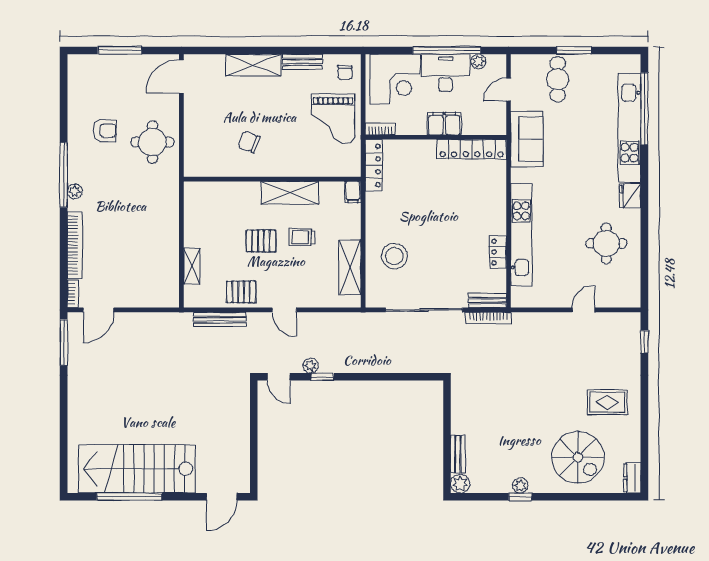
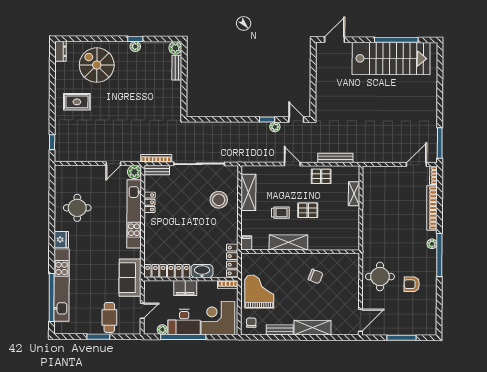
washbasin: (419, 149) -> (202, 271), added
plant: (521, 298) -> (134, 172), added
door: (583, 310) -> (113, 164), moved

